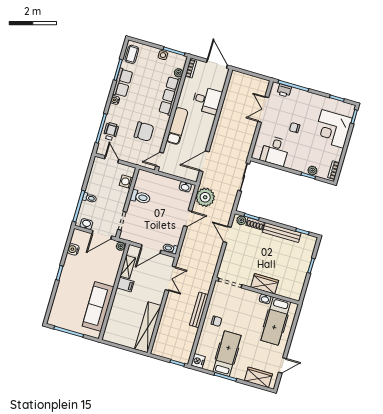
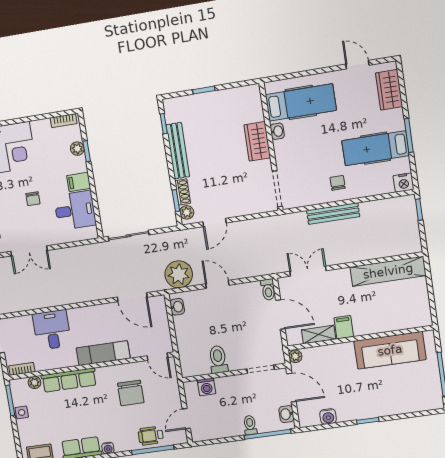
chair: (144, 132) -> (131, 393), turned 180
filing cabinet: (292, 162) -> (79, 182), added

